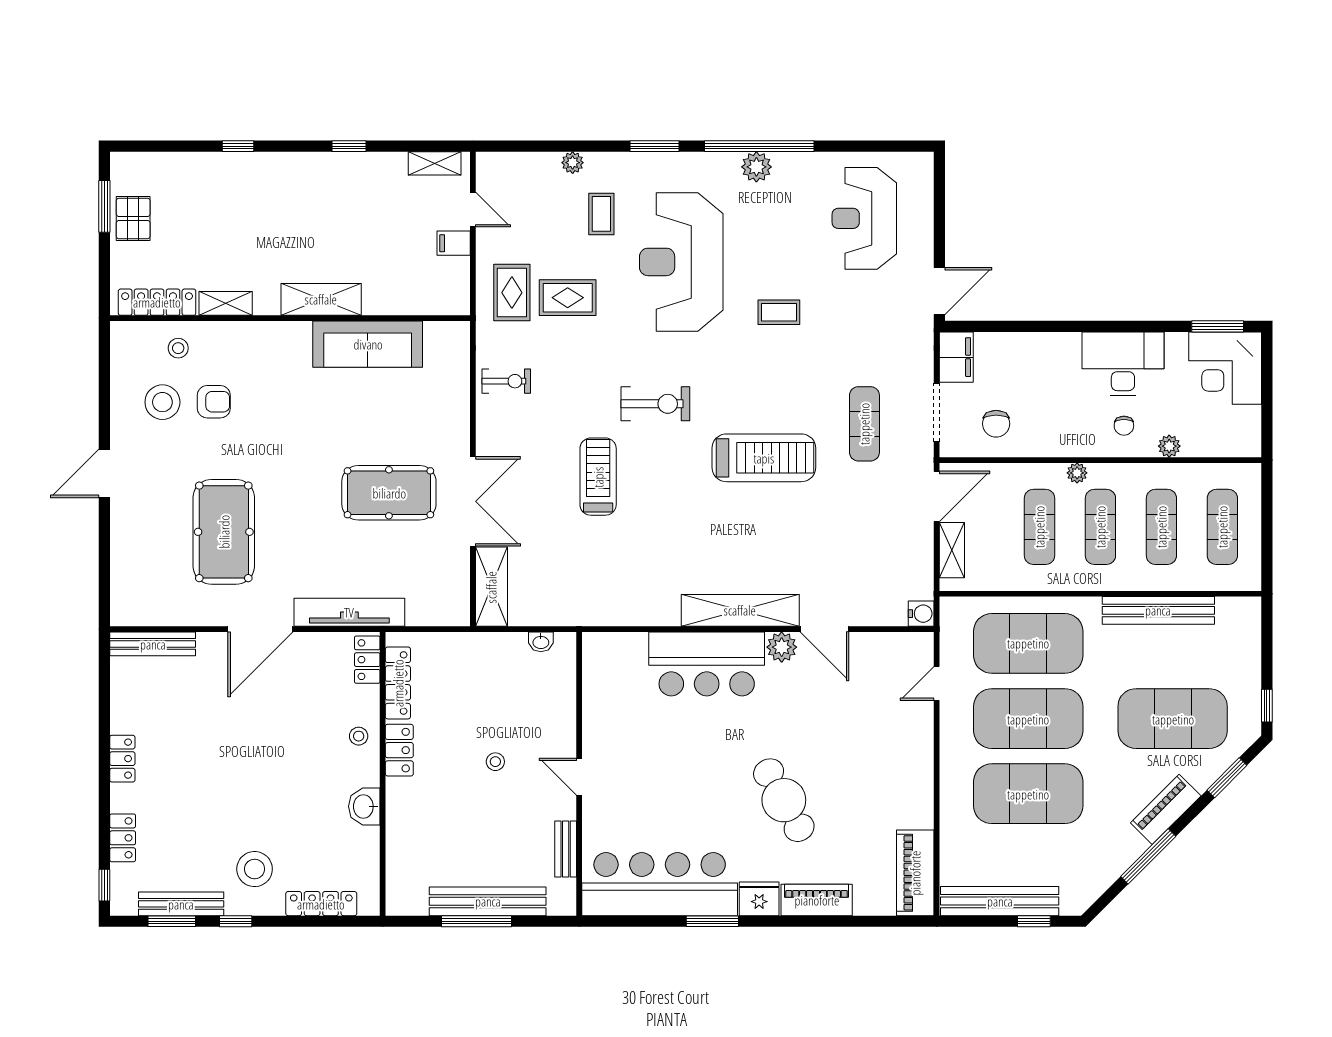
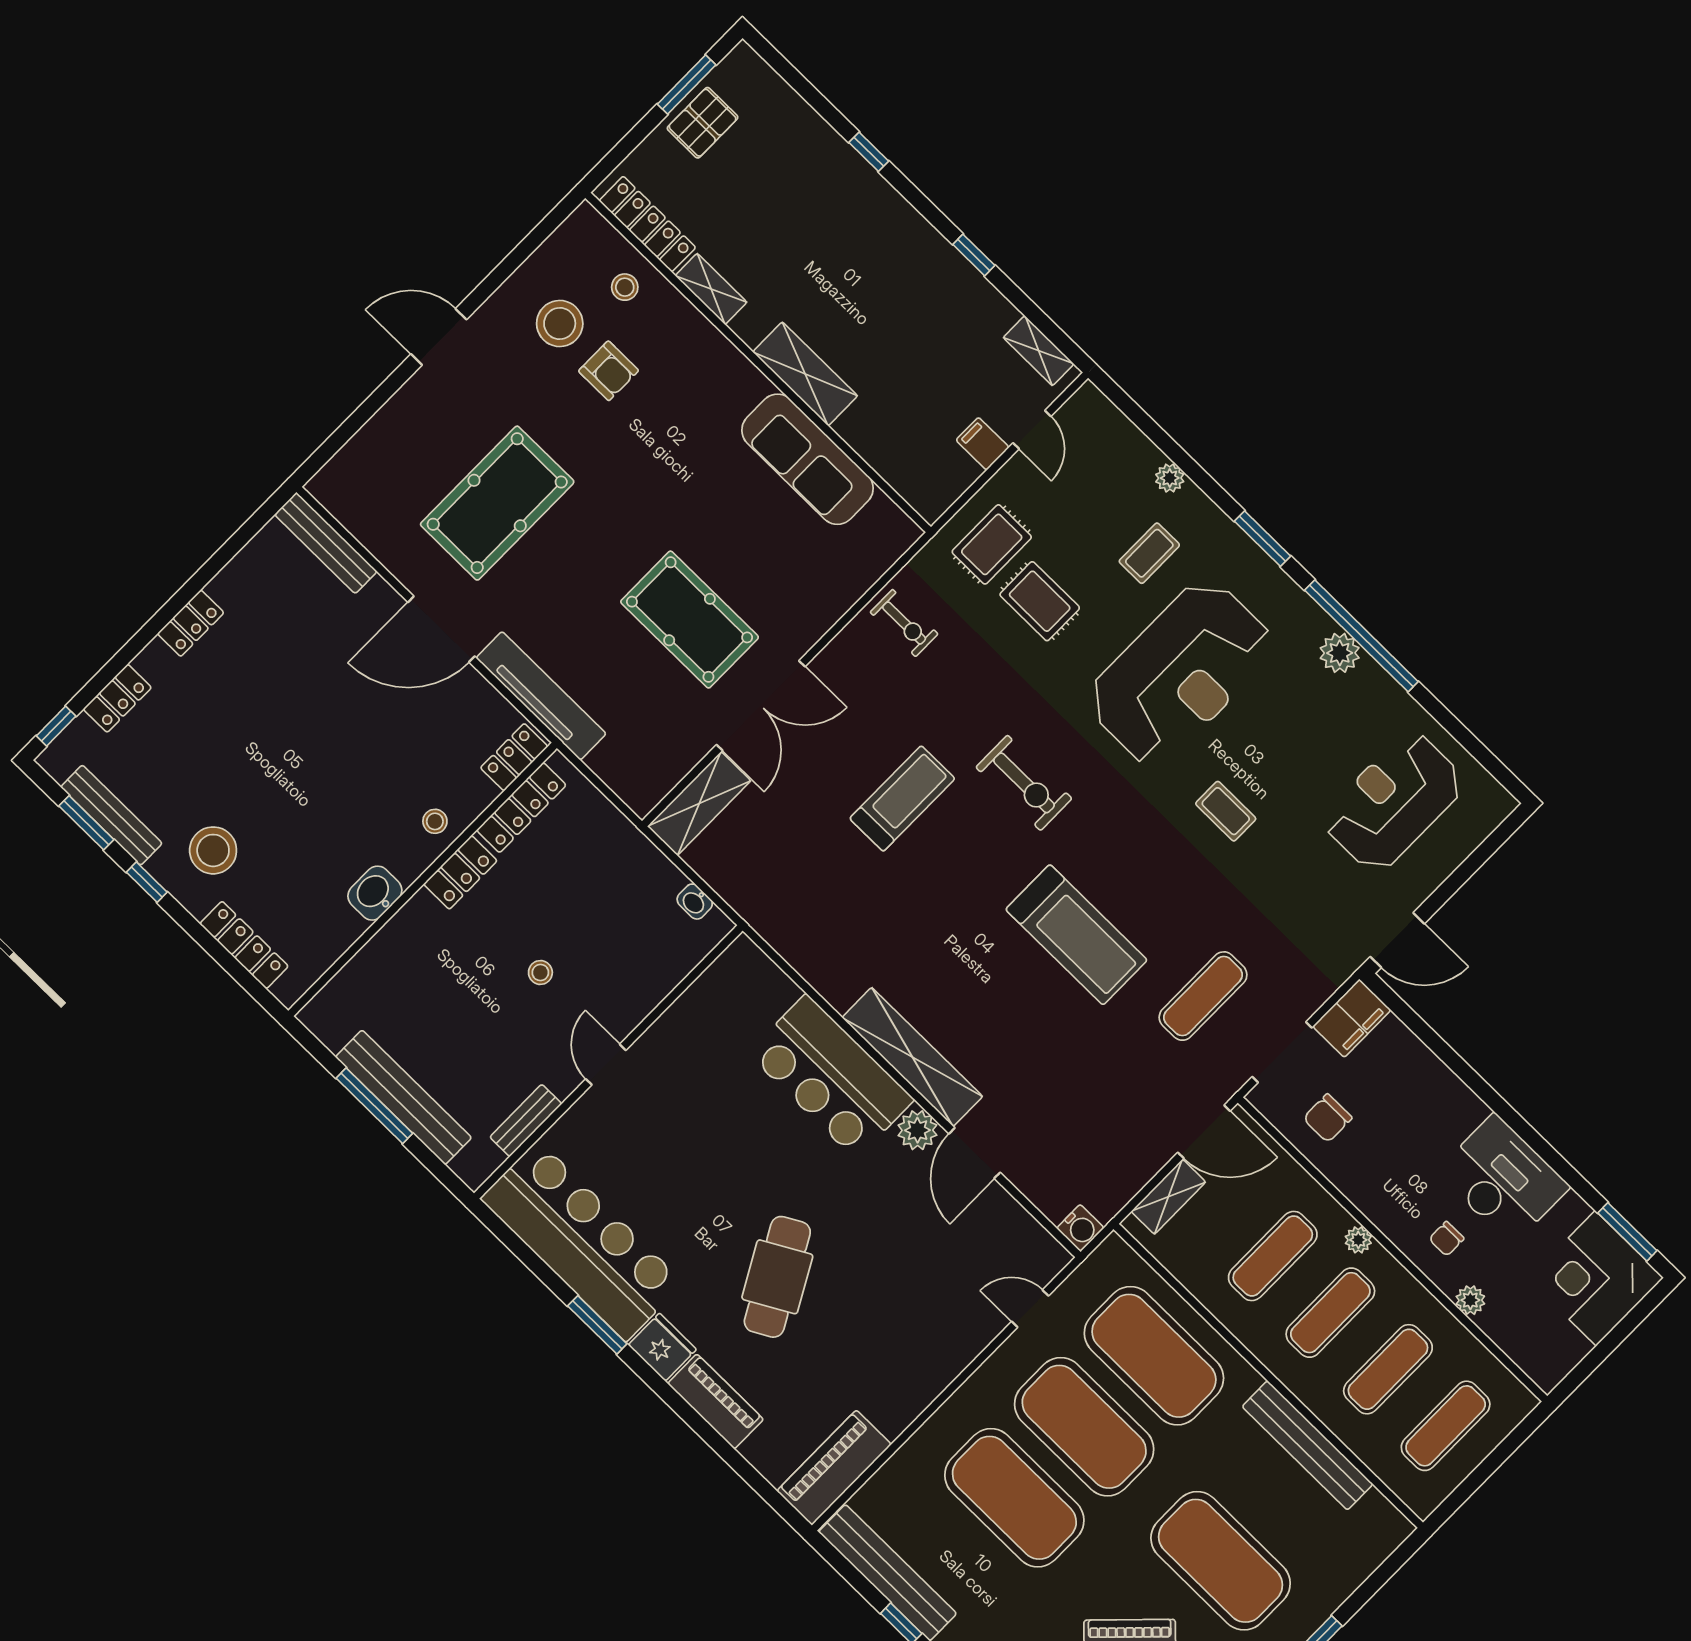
reception desk: (681, 262) -> (1180, 673), turned 180

